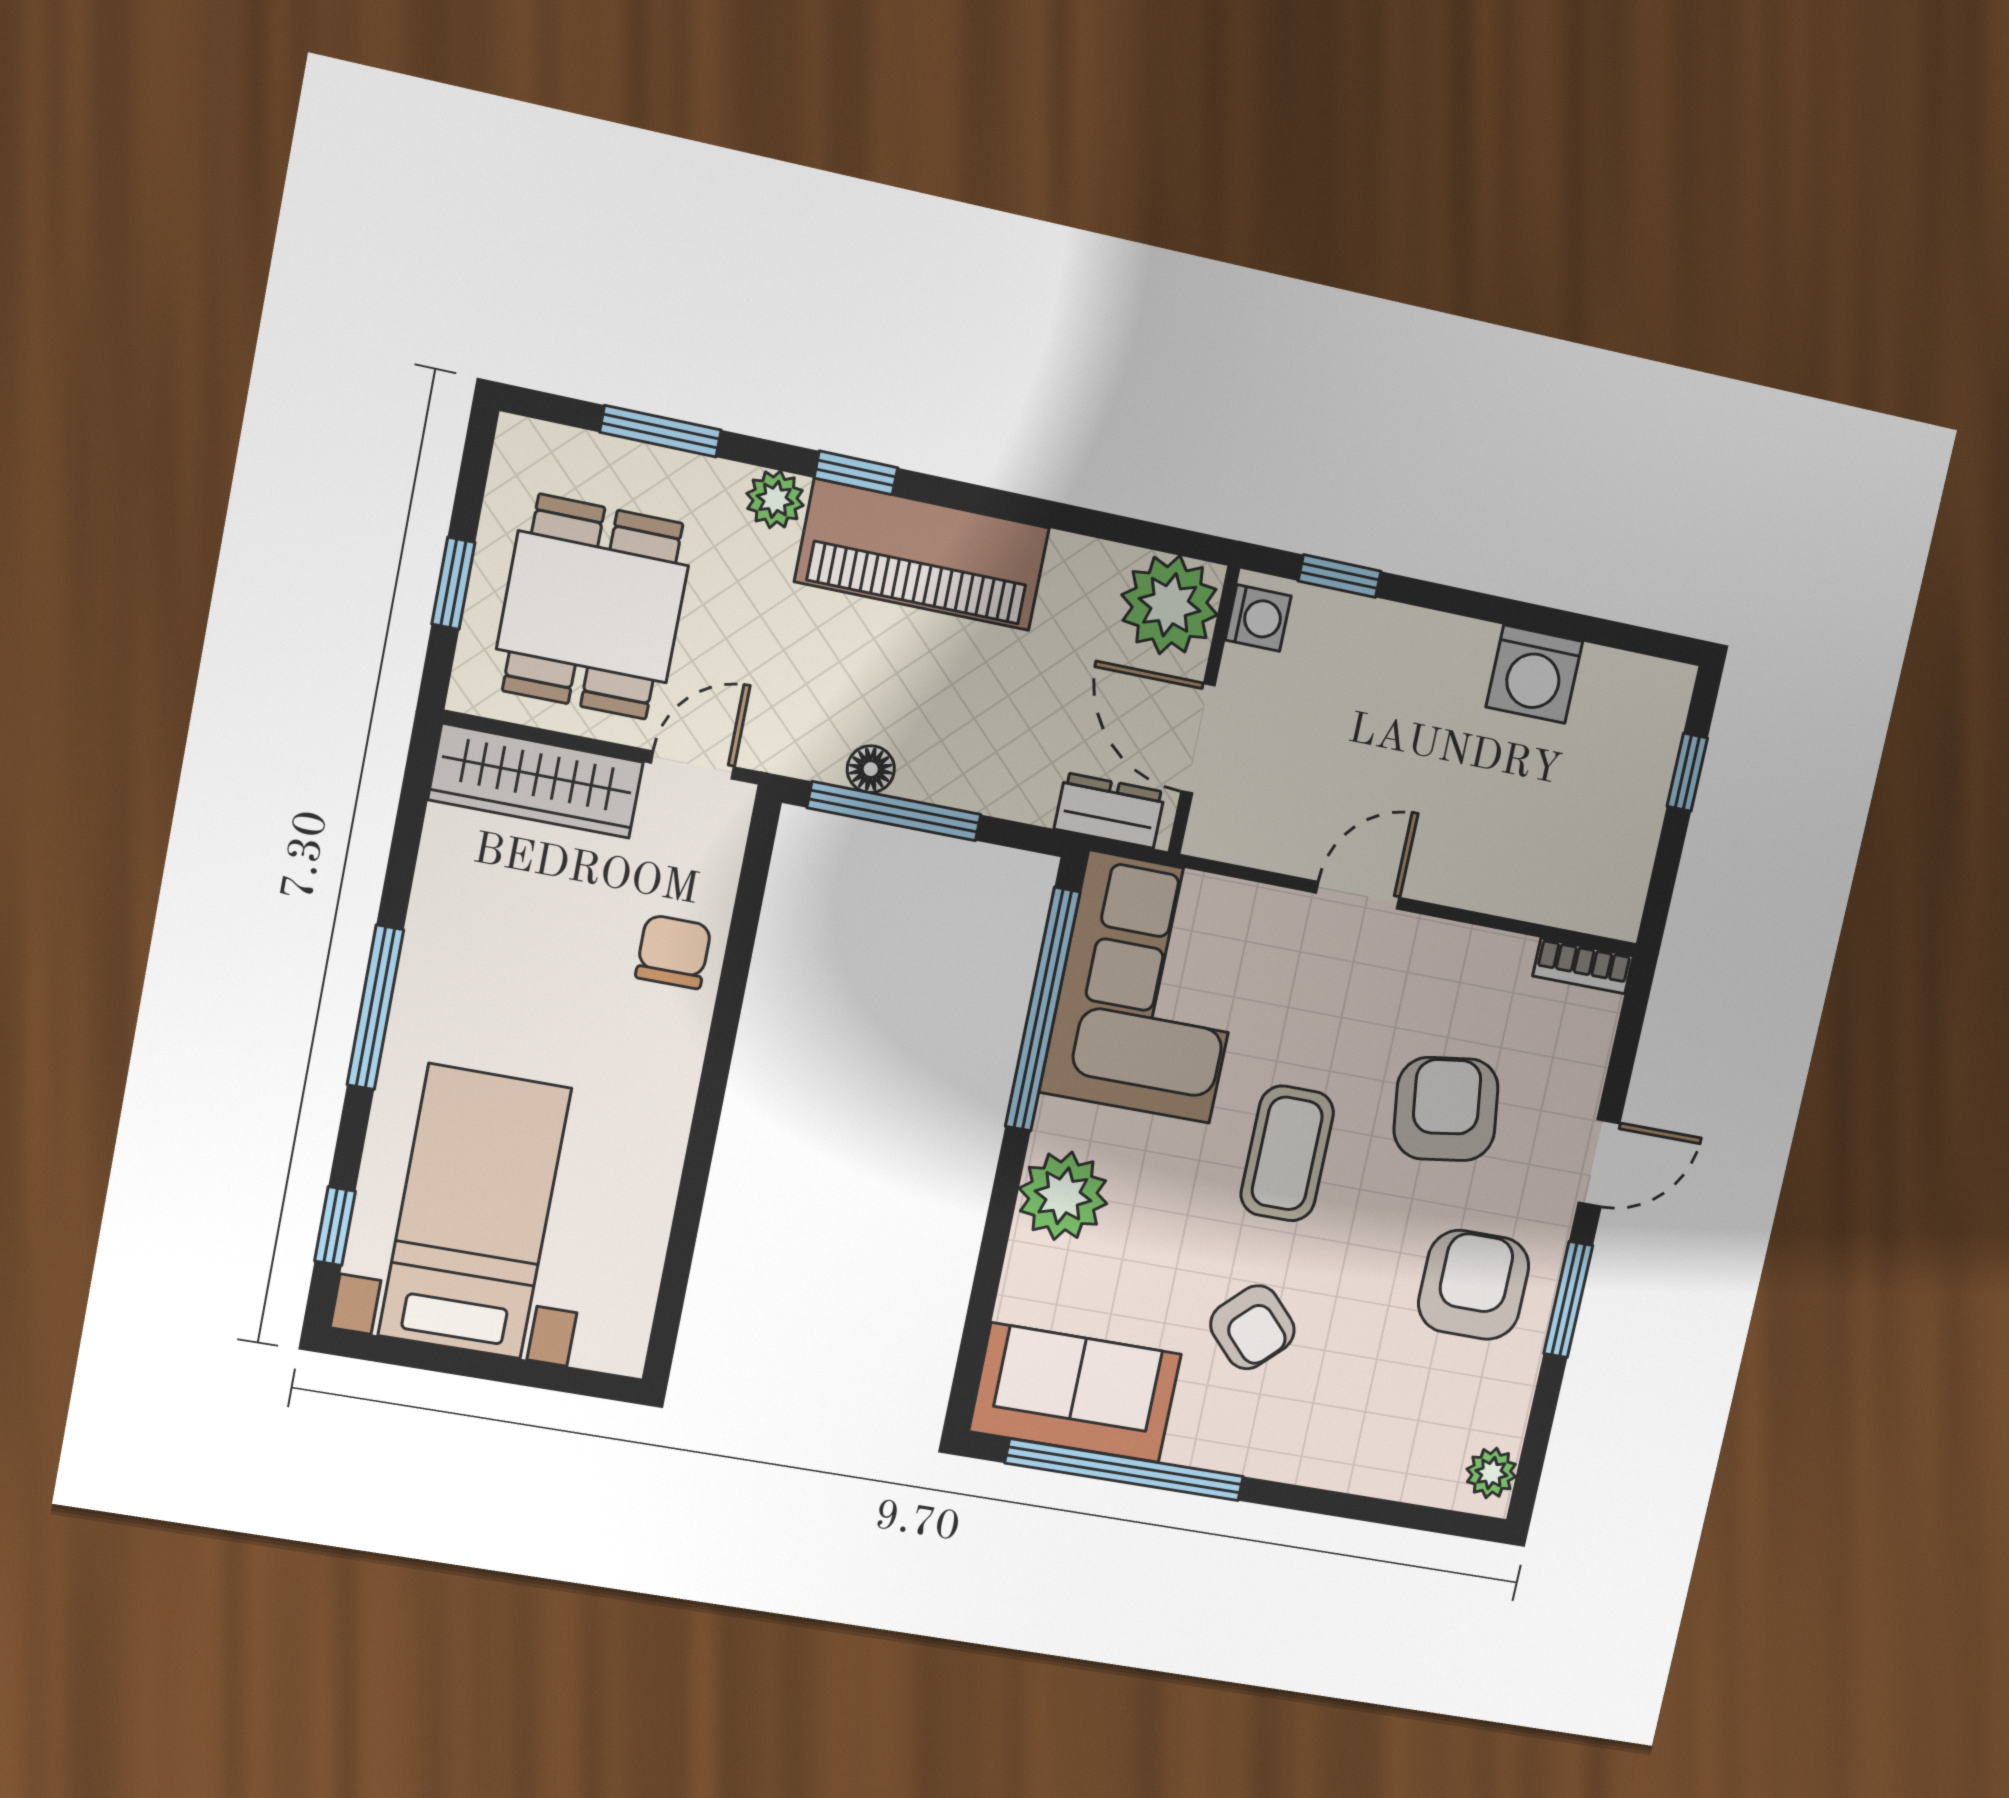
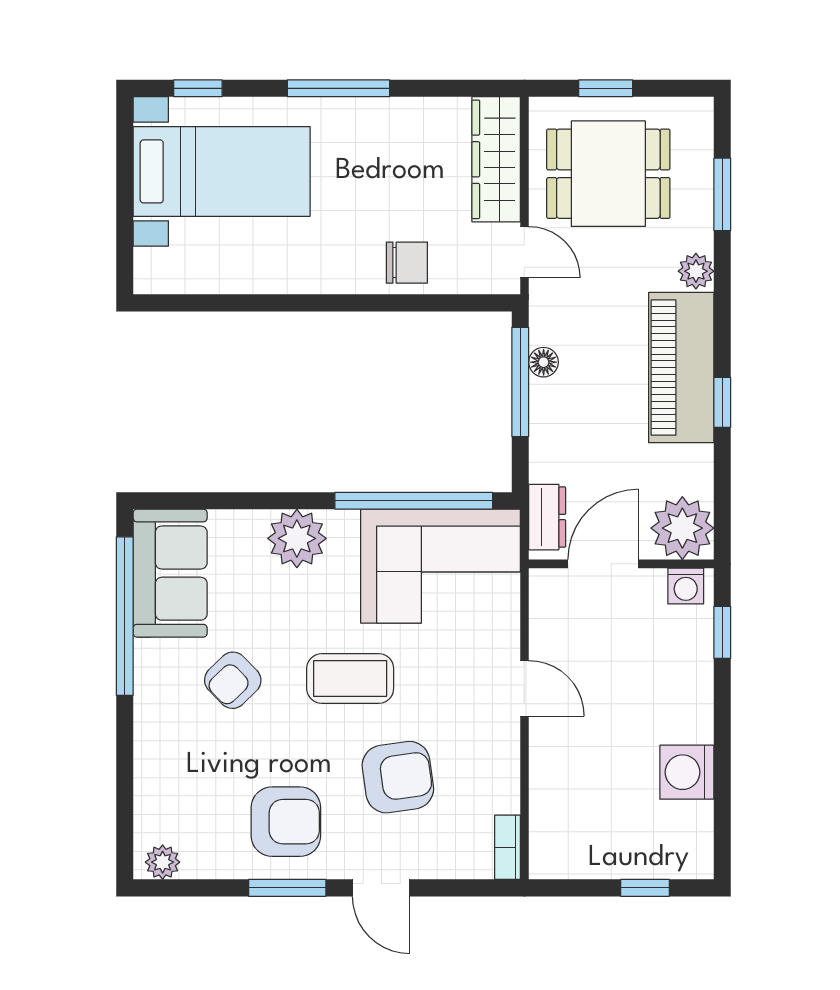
window: (856, 473) -> (722, 402), moved

